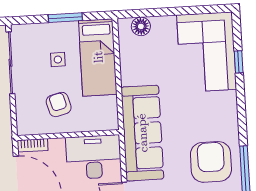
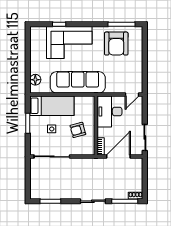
corner sofa: (207, 52) -> (69, 42), moved
sofa: (142, 133) -> (78, 82), moved
armchair: (211, 162) -> (116, 44), turned -90

